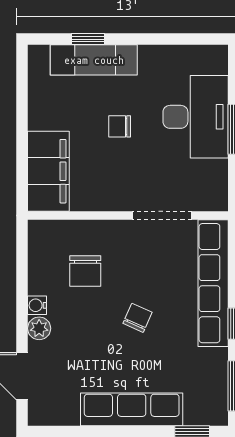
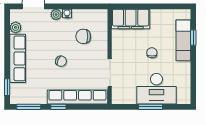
plant: (66, 414) -> (16, 27), added

